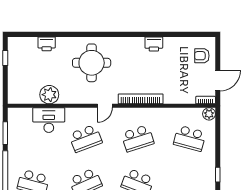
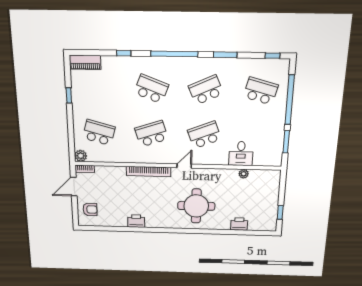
plant: (49, 95) -> (244, 174), width x0.53, depth x0.53
desk: (49, 120) -> (241, 154), width x0.73

